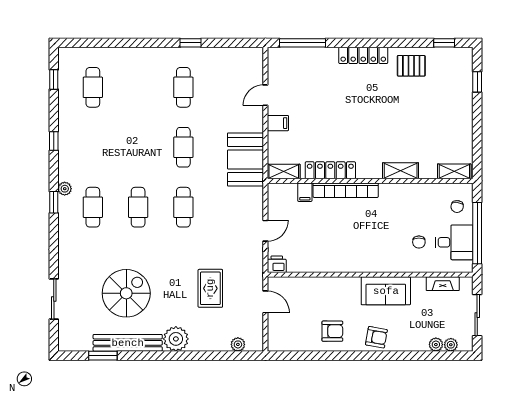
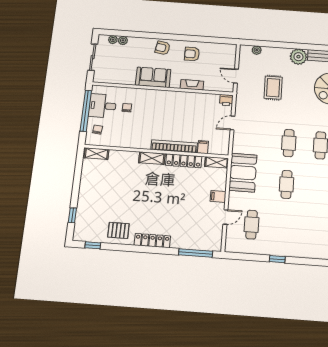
cafe table: (183, 87) -> (252, 225), moved
shelving: (401, 171) -> (152, 158), moved
fireplace: (443, 284) -> (192, 85), moved

